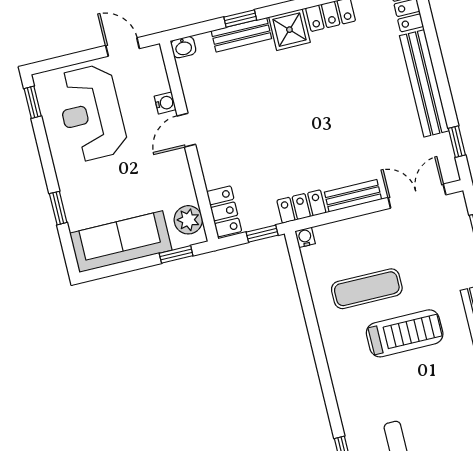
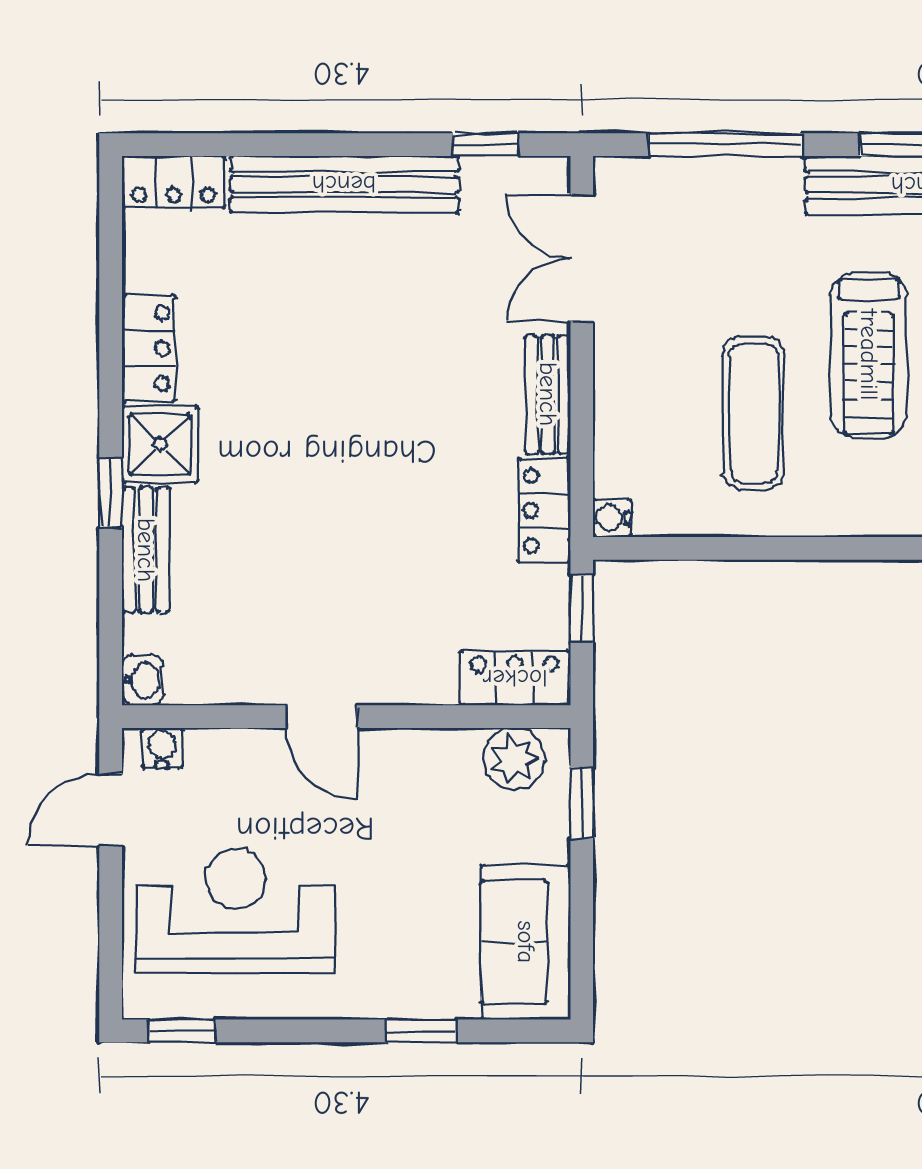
window: (240, 18) -> (111, 493), moved
water cooler: (165, 103) -> (162, 748), moved
reception desk: (91, 113) -> (236, 911), turned 180
sofa: (121, 242) -> (526, 942), width x0.73
treadmill: (405, 333) -> (869, 355), turned 180

